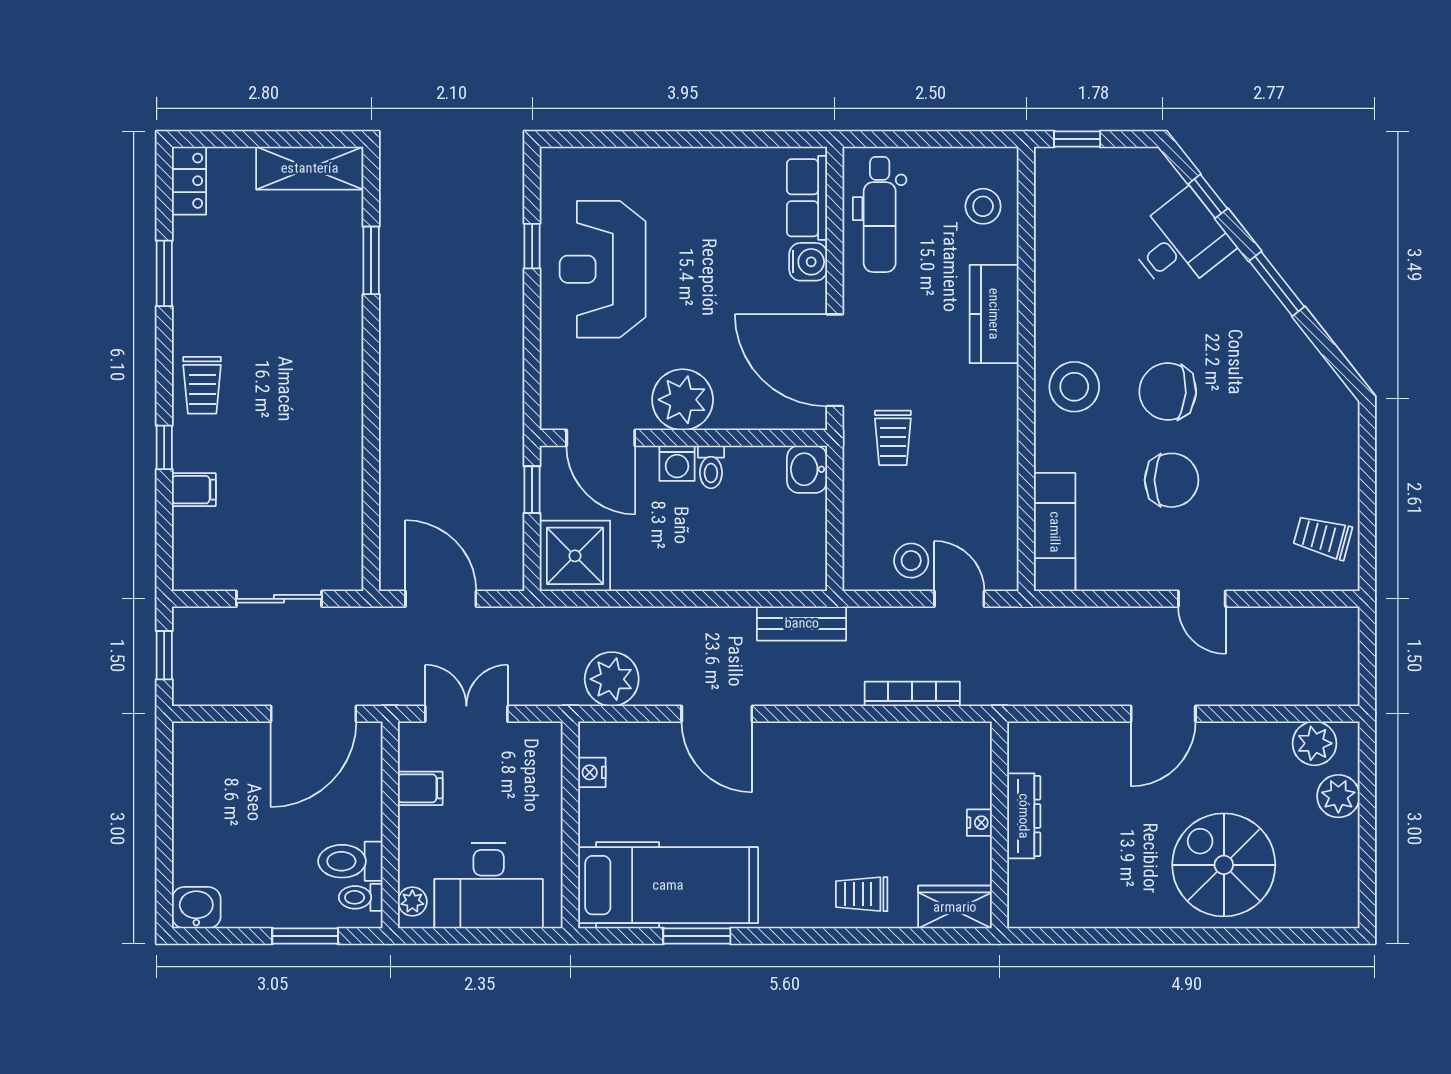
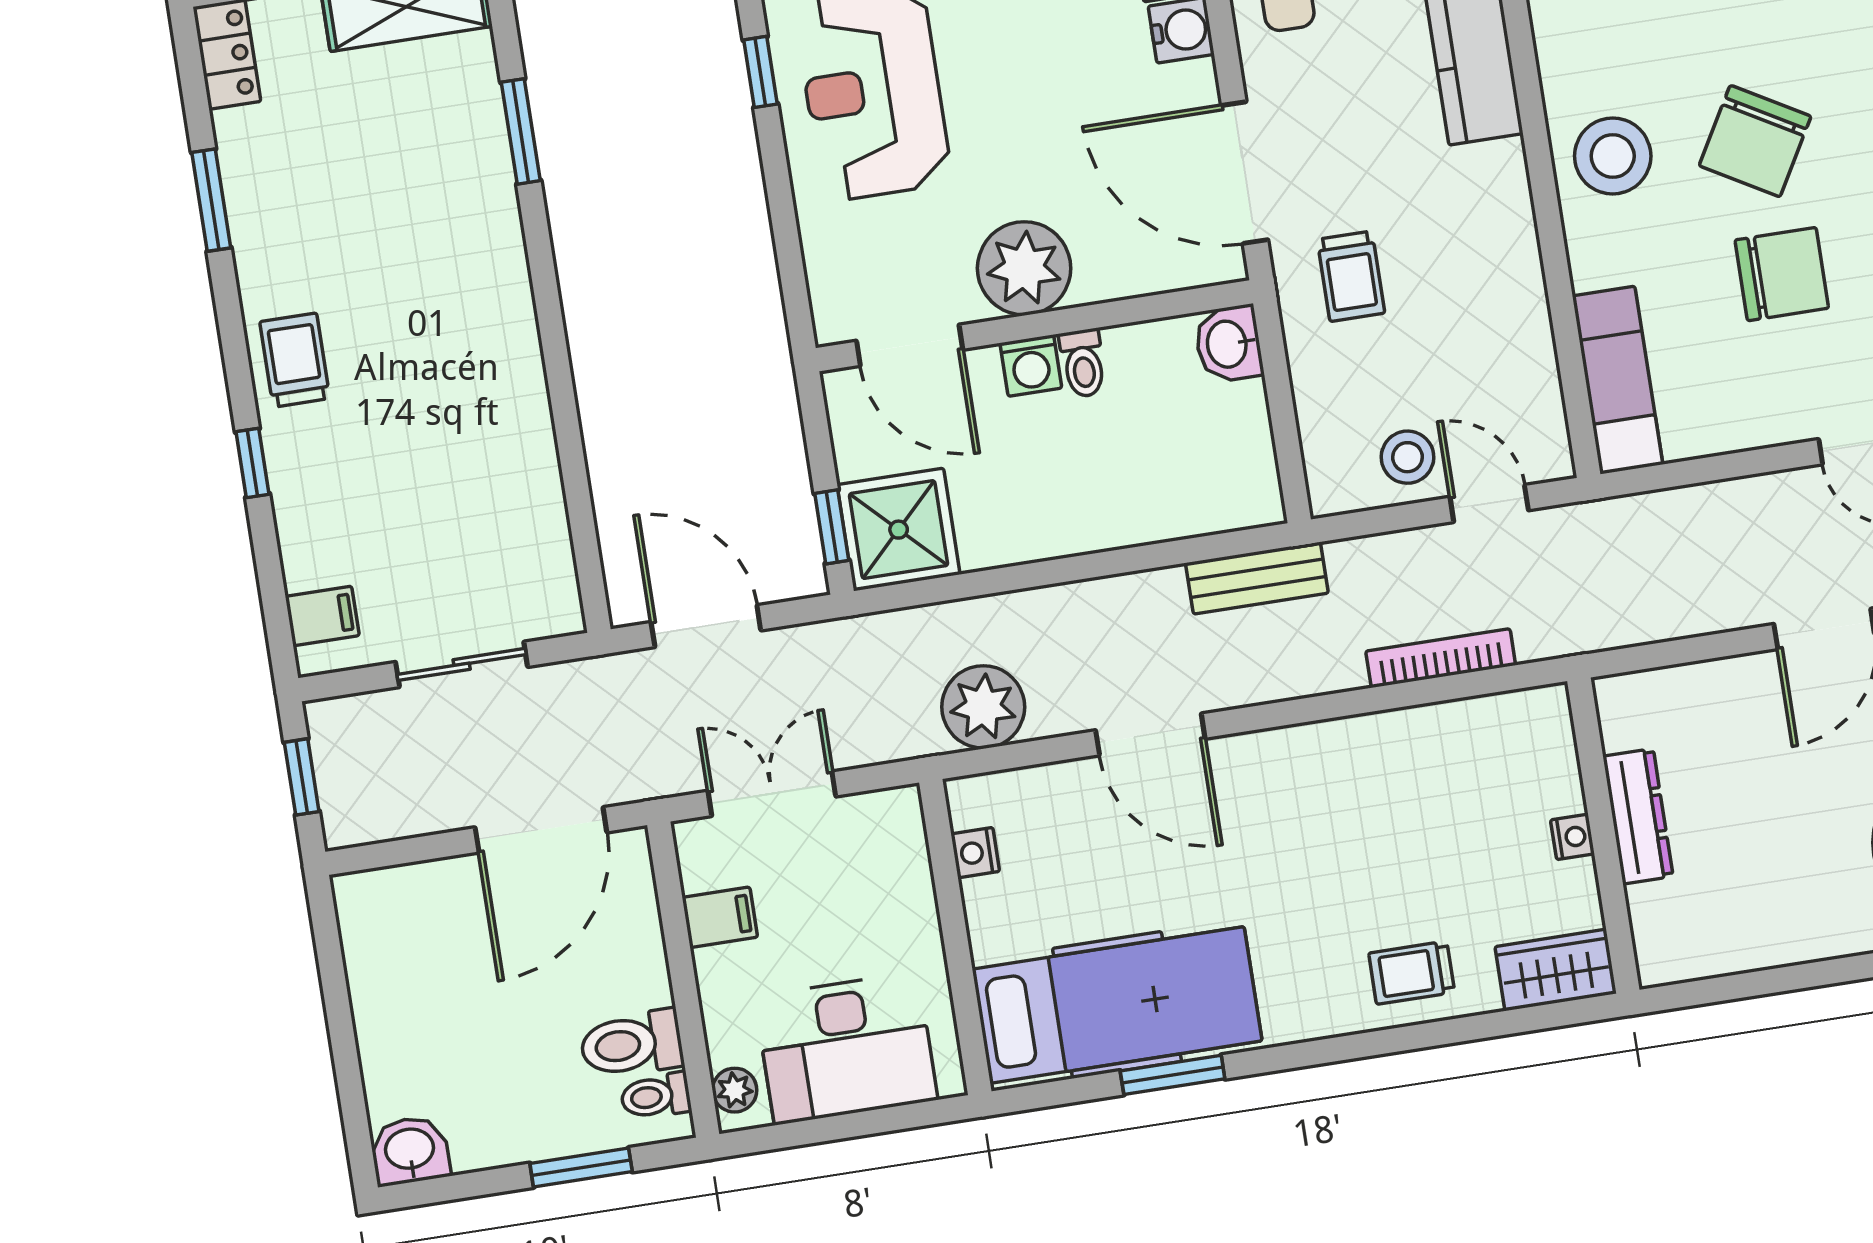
trolley: (202, 385) -> (295, 360), turned 180
chair: (1168, 391) -> (1755, 141), turned -64
filing cabinet: (194, 490) -> (322, 616), moved
window: (532, 490) -> (832, 527), moved

